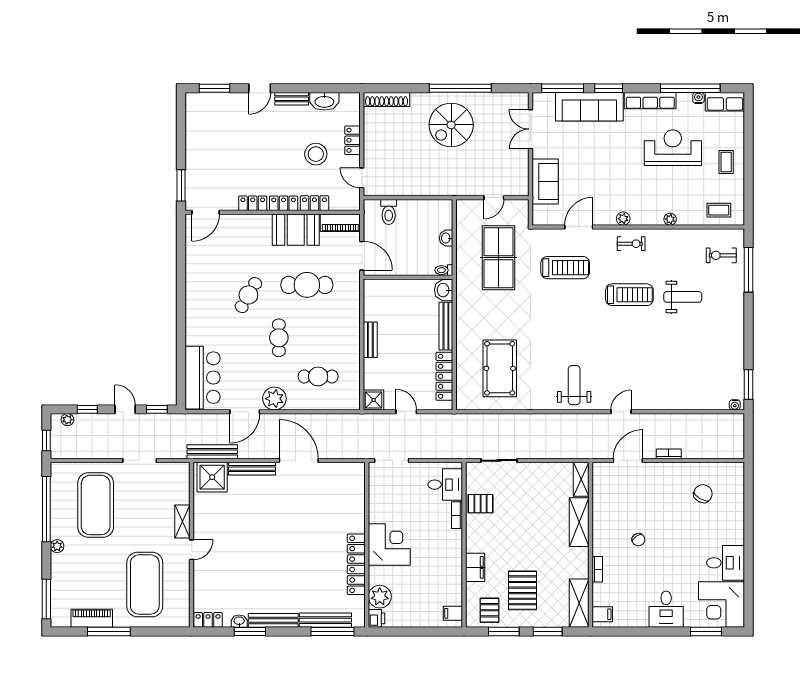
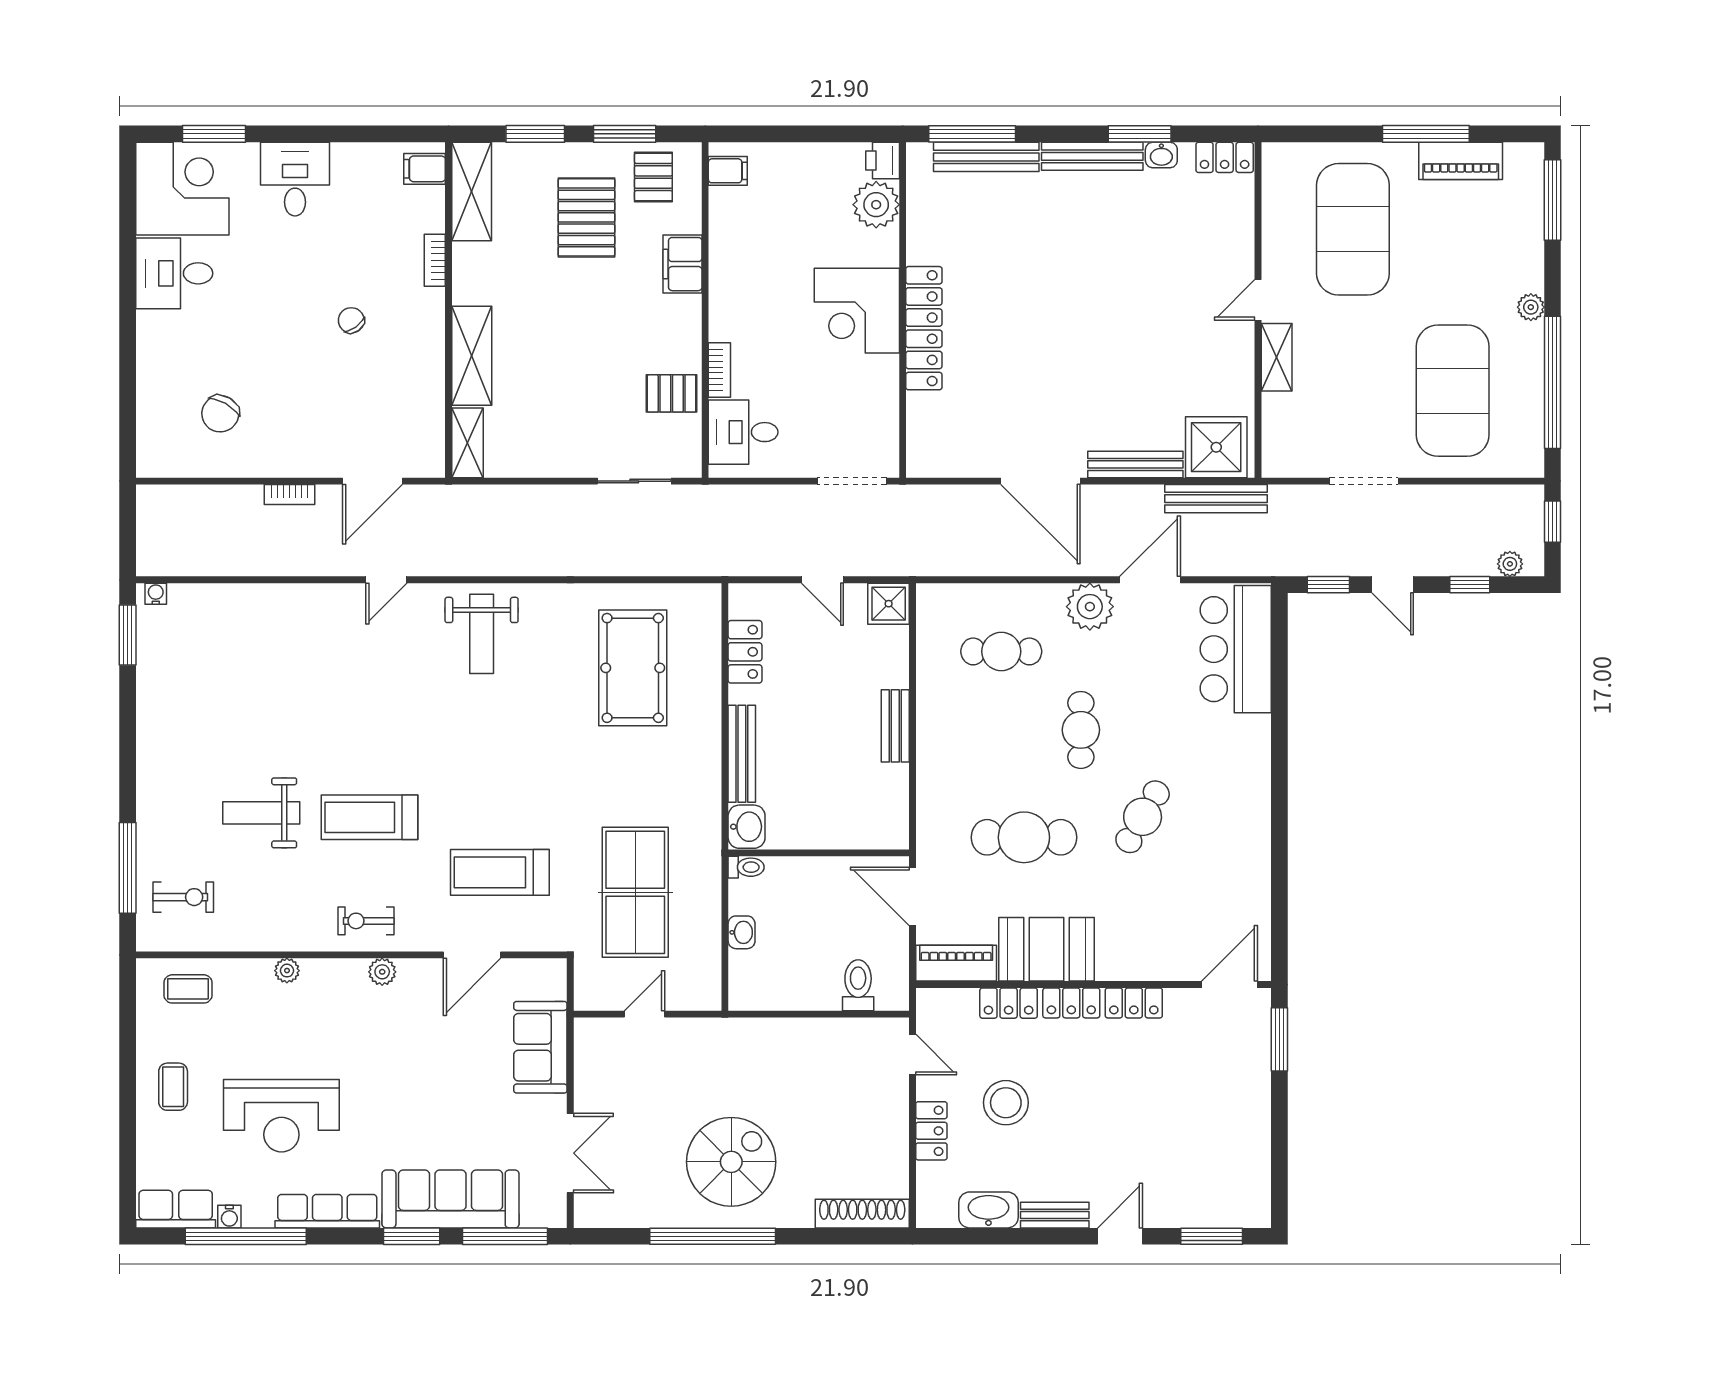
locker: (444, 376) -> (745, 652), width x0.66
locker: (356, 564) -> (924, 328), moved

